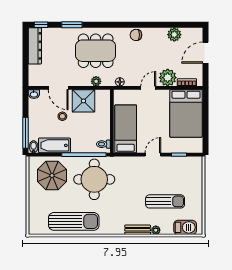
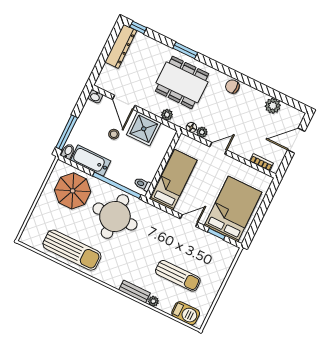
window: (72, 25) -> (185, 50), moved
plant: (168, 78) -> (202, 132), moved, width x0.53, depth x0.53
bed: (186, 113) -> (233, 209), moved, turned 180

